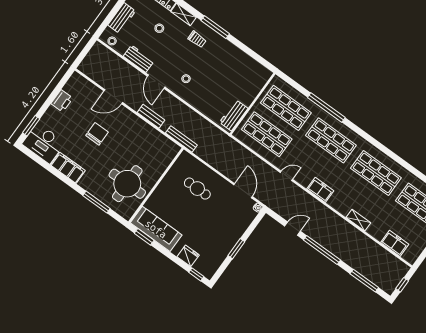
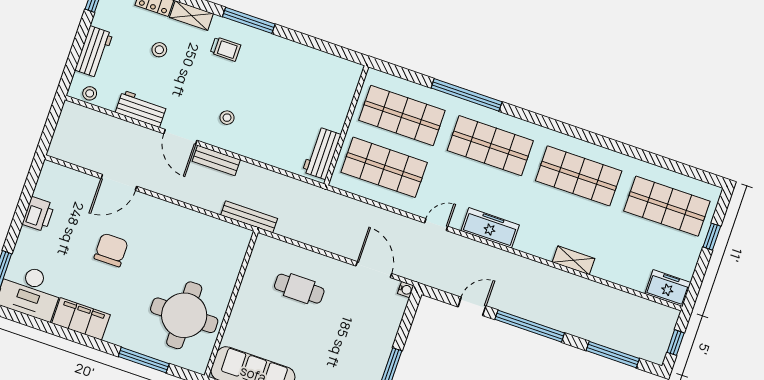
bench: (151, 116) -> (216, 161), moved
freezer: (320, 190) -> (490, 228), width x1.40
freezer: (395, 243) -> (668, 288), moved

